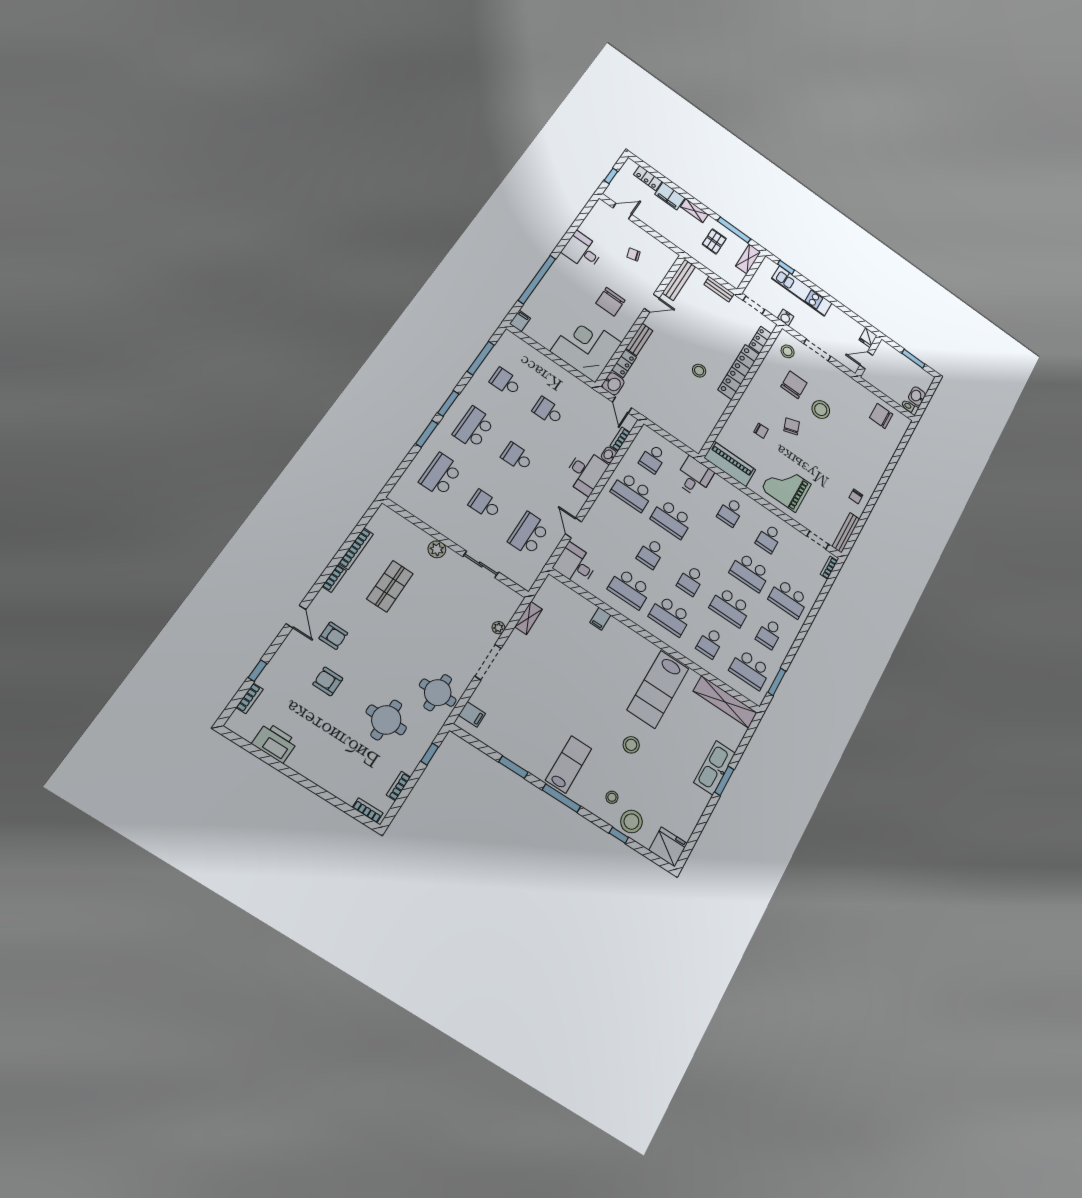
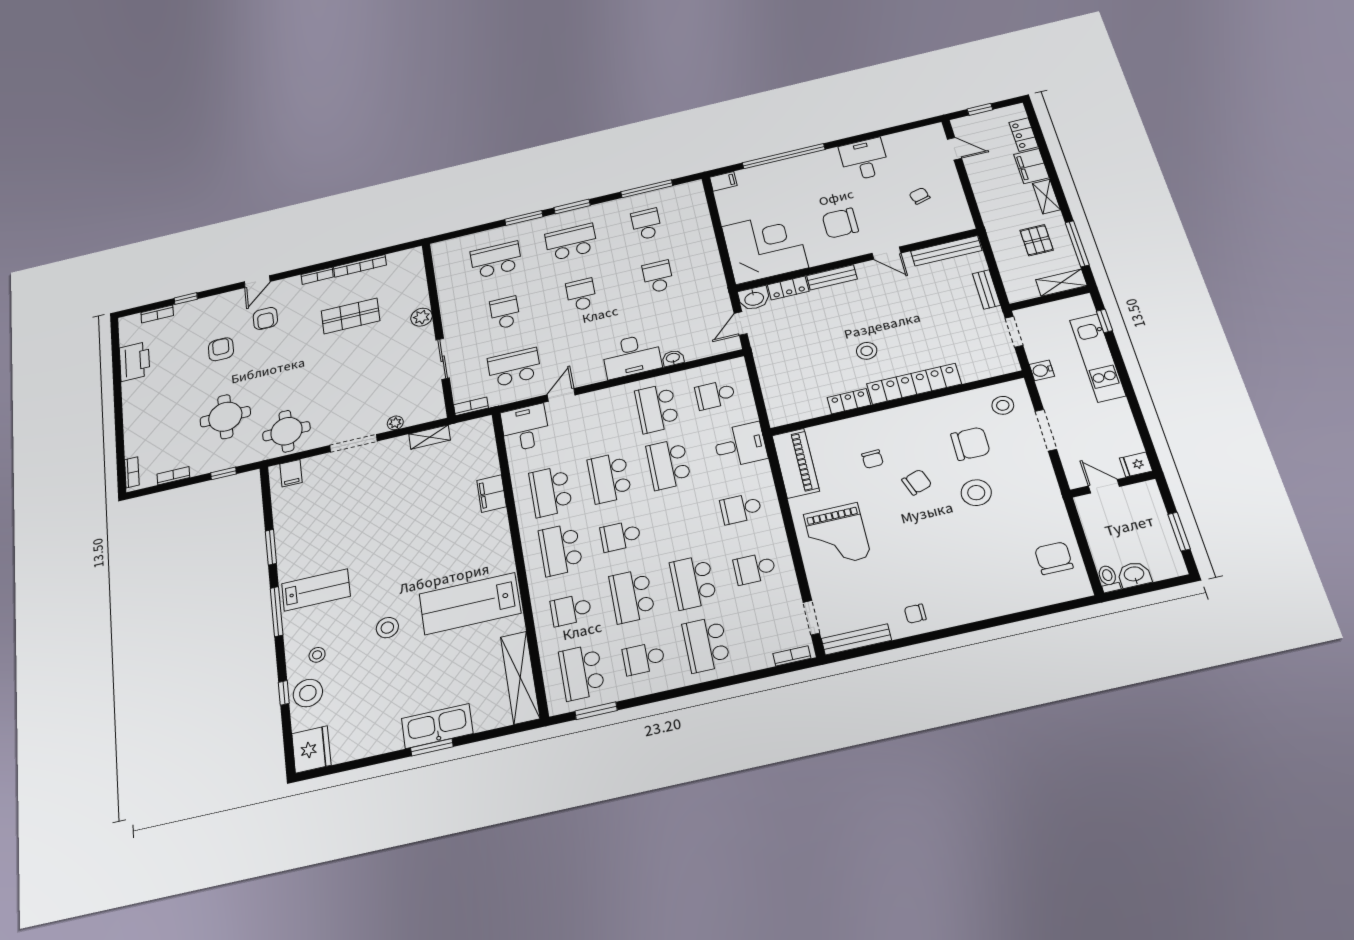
pallet: (714, 241) -> (1037, 240), turned 90
locker: (760, 340) -> (849, 401), moved
bookcase: (620, 439) -> (471, 406), moved
grand piano: (786, 487) -> (837, 536), turned 180
school desk: (651, 553) -> (609, 478), width x1.85
filing cabinet: (600, 619) -> (492, 494), width x2.00

